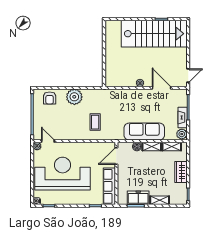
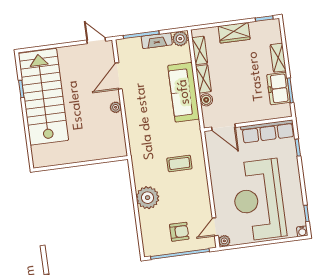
armchair: (50, 98) -> (179, 232), moved

